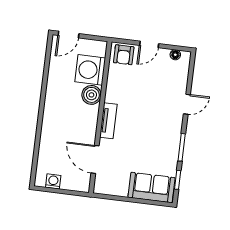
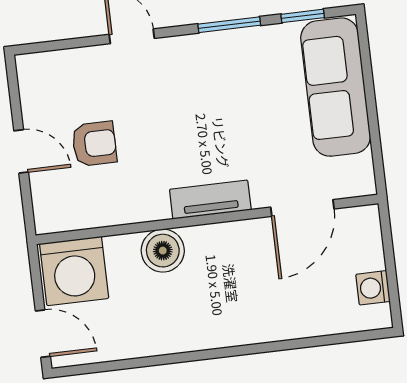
armchair: (124, 55) -> (94, 144), moved
floor lamp: (175, 55) -> (30, 88), removed
washing machine: (90, 70) -> (74, 271), moved
sofa: (151, 188) -> (336, 87), width x1.36

